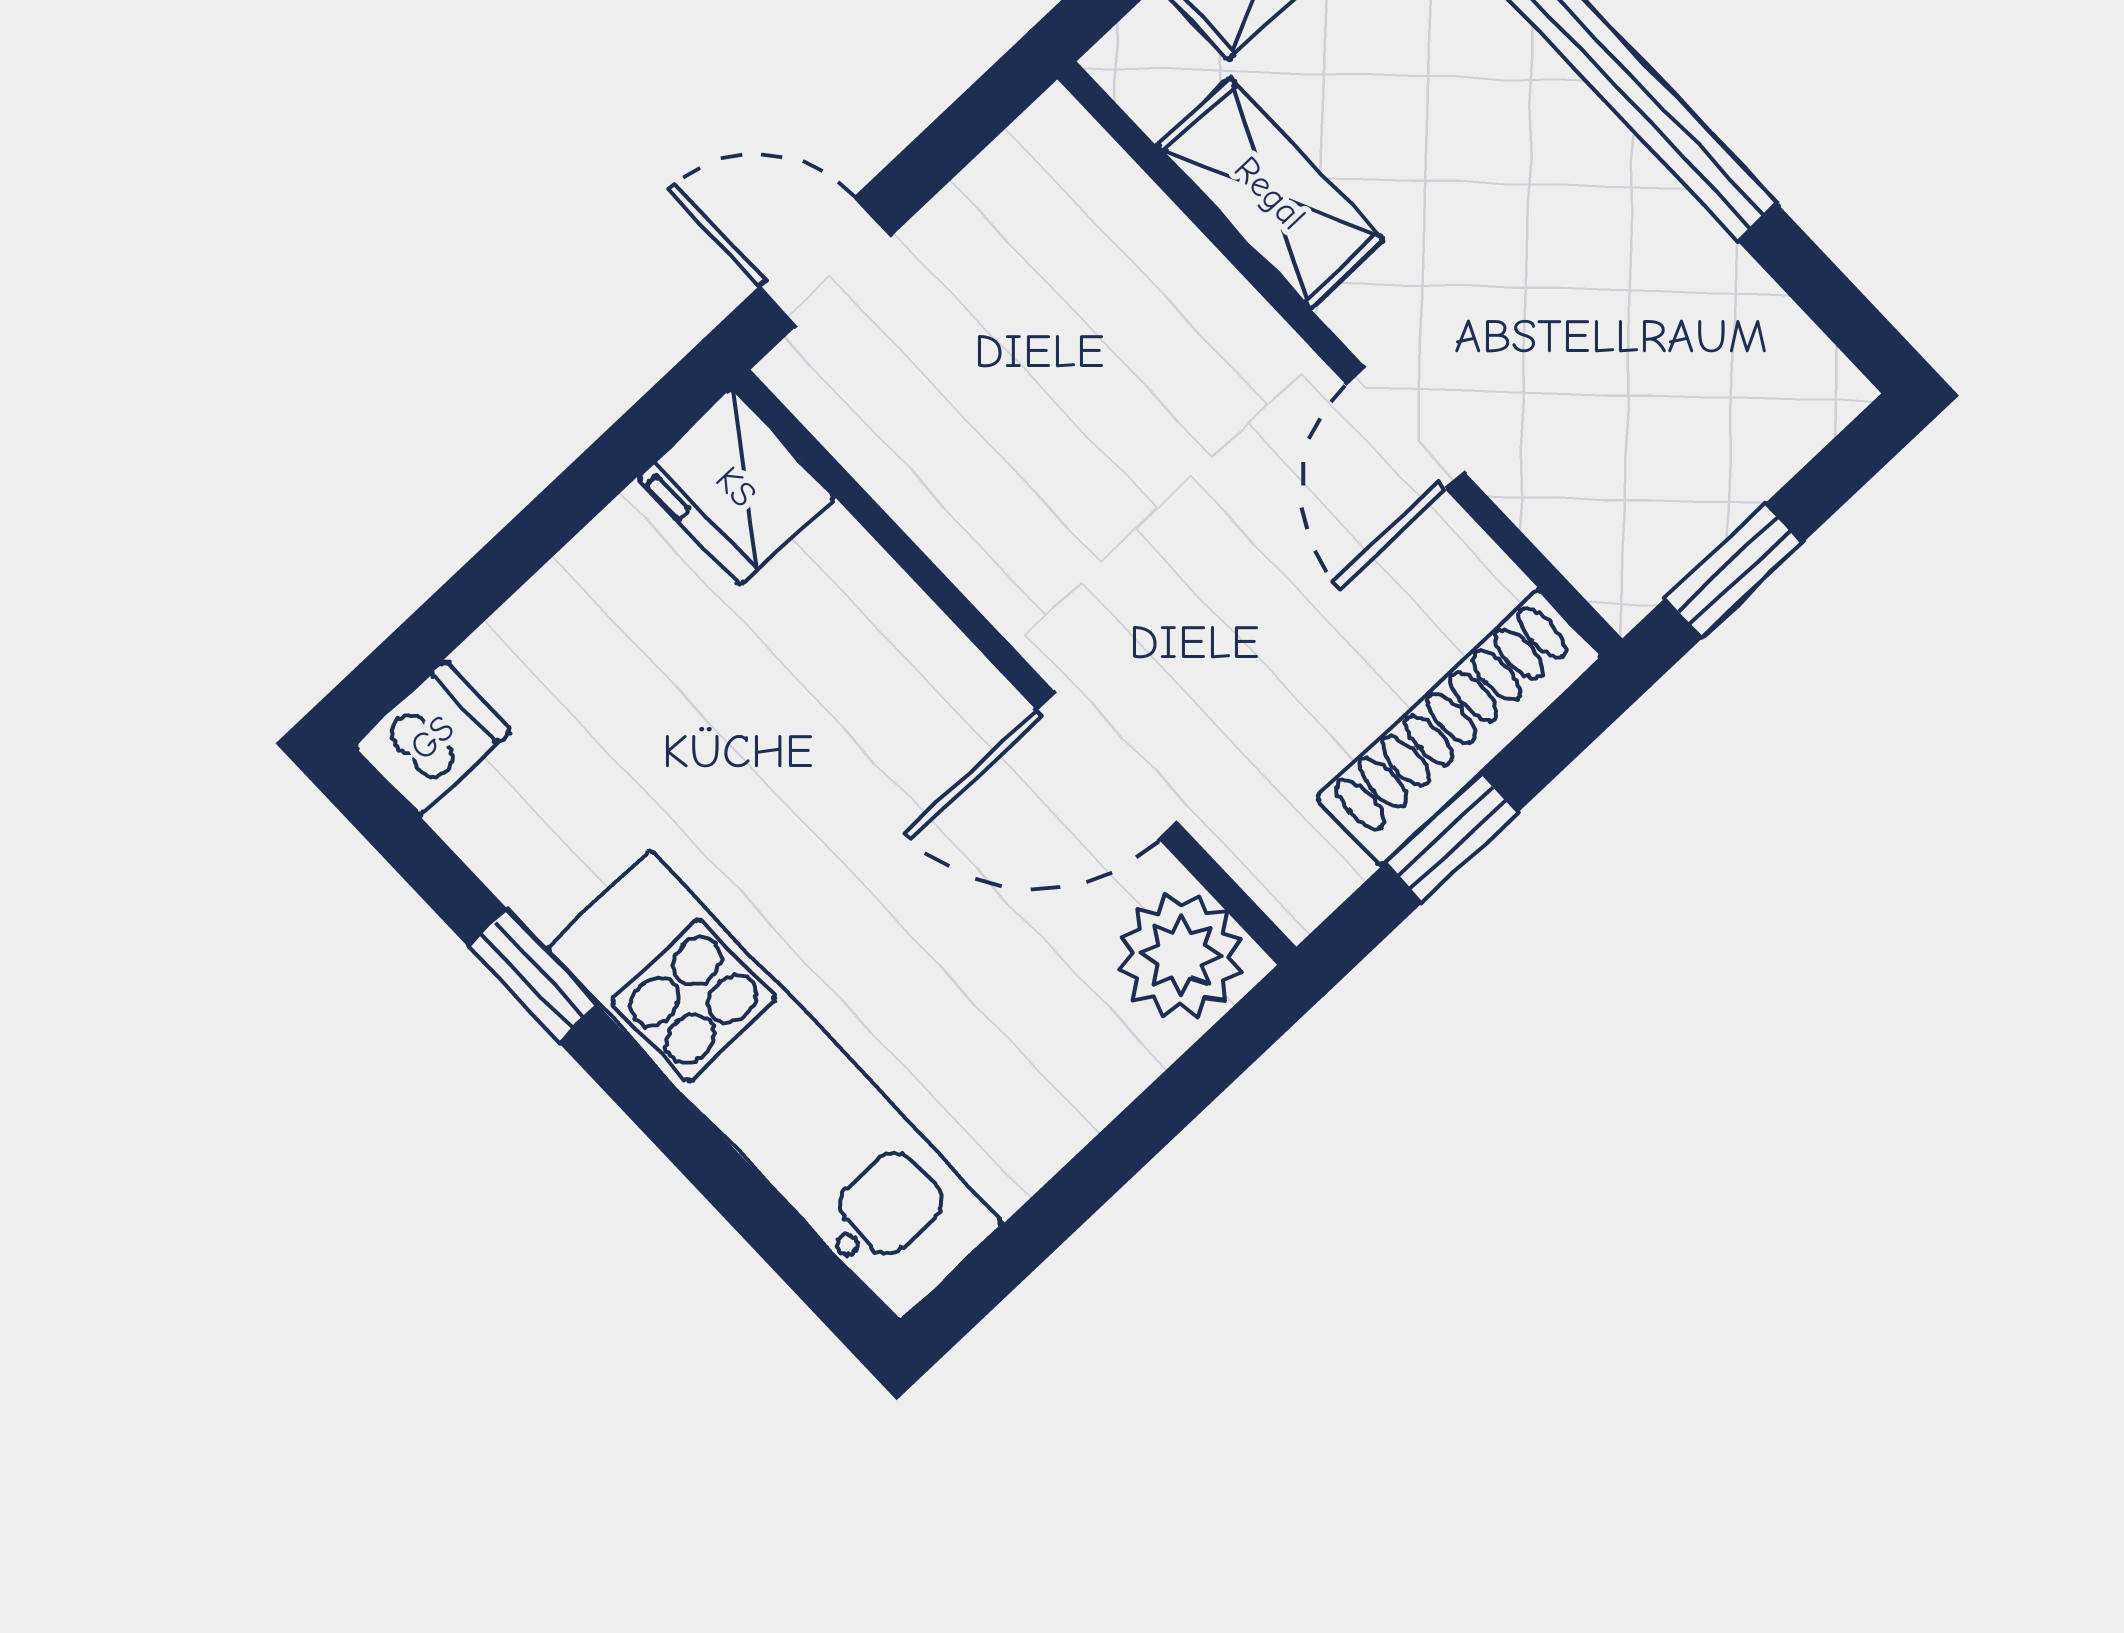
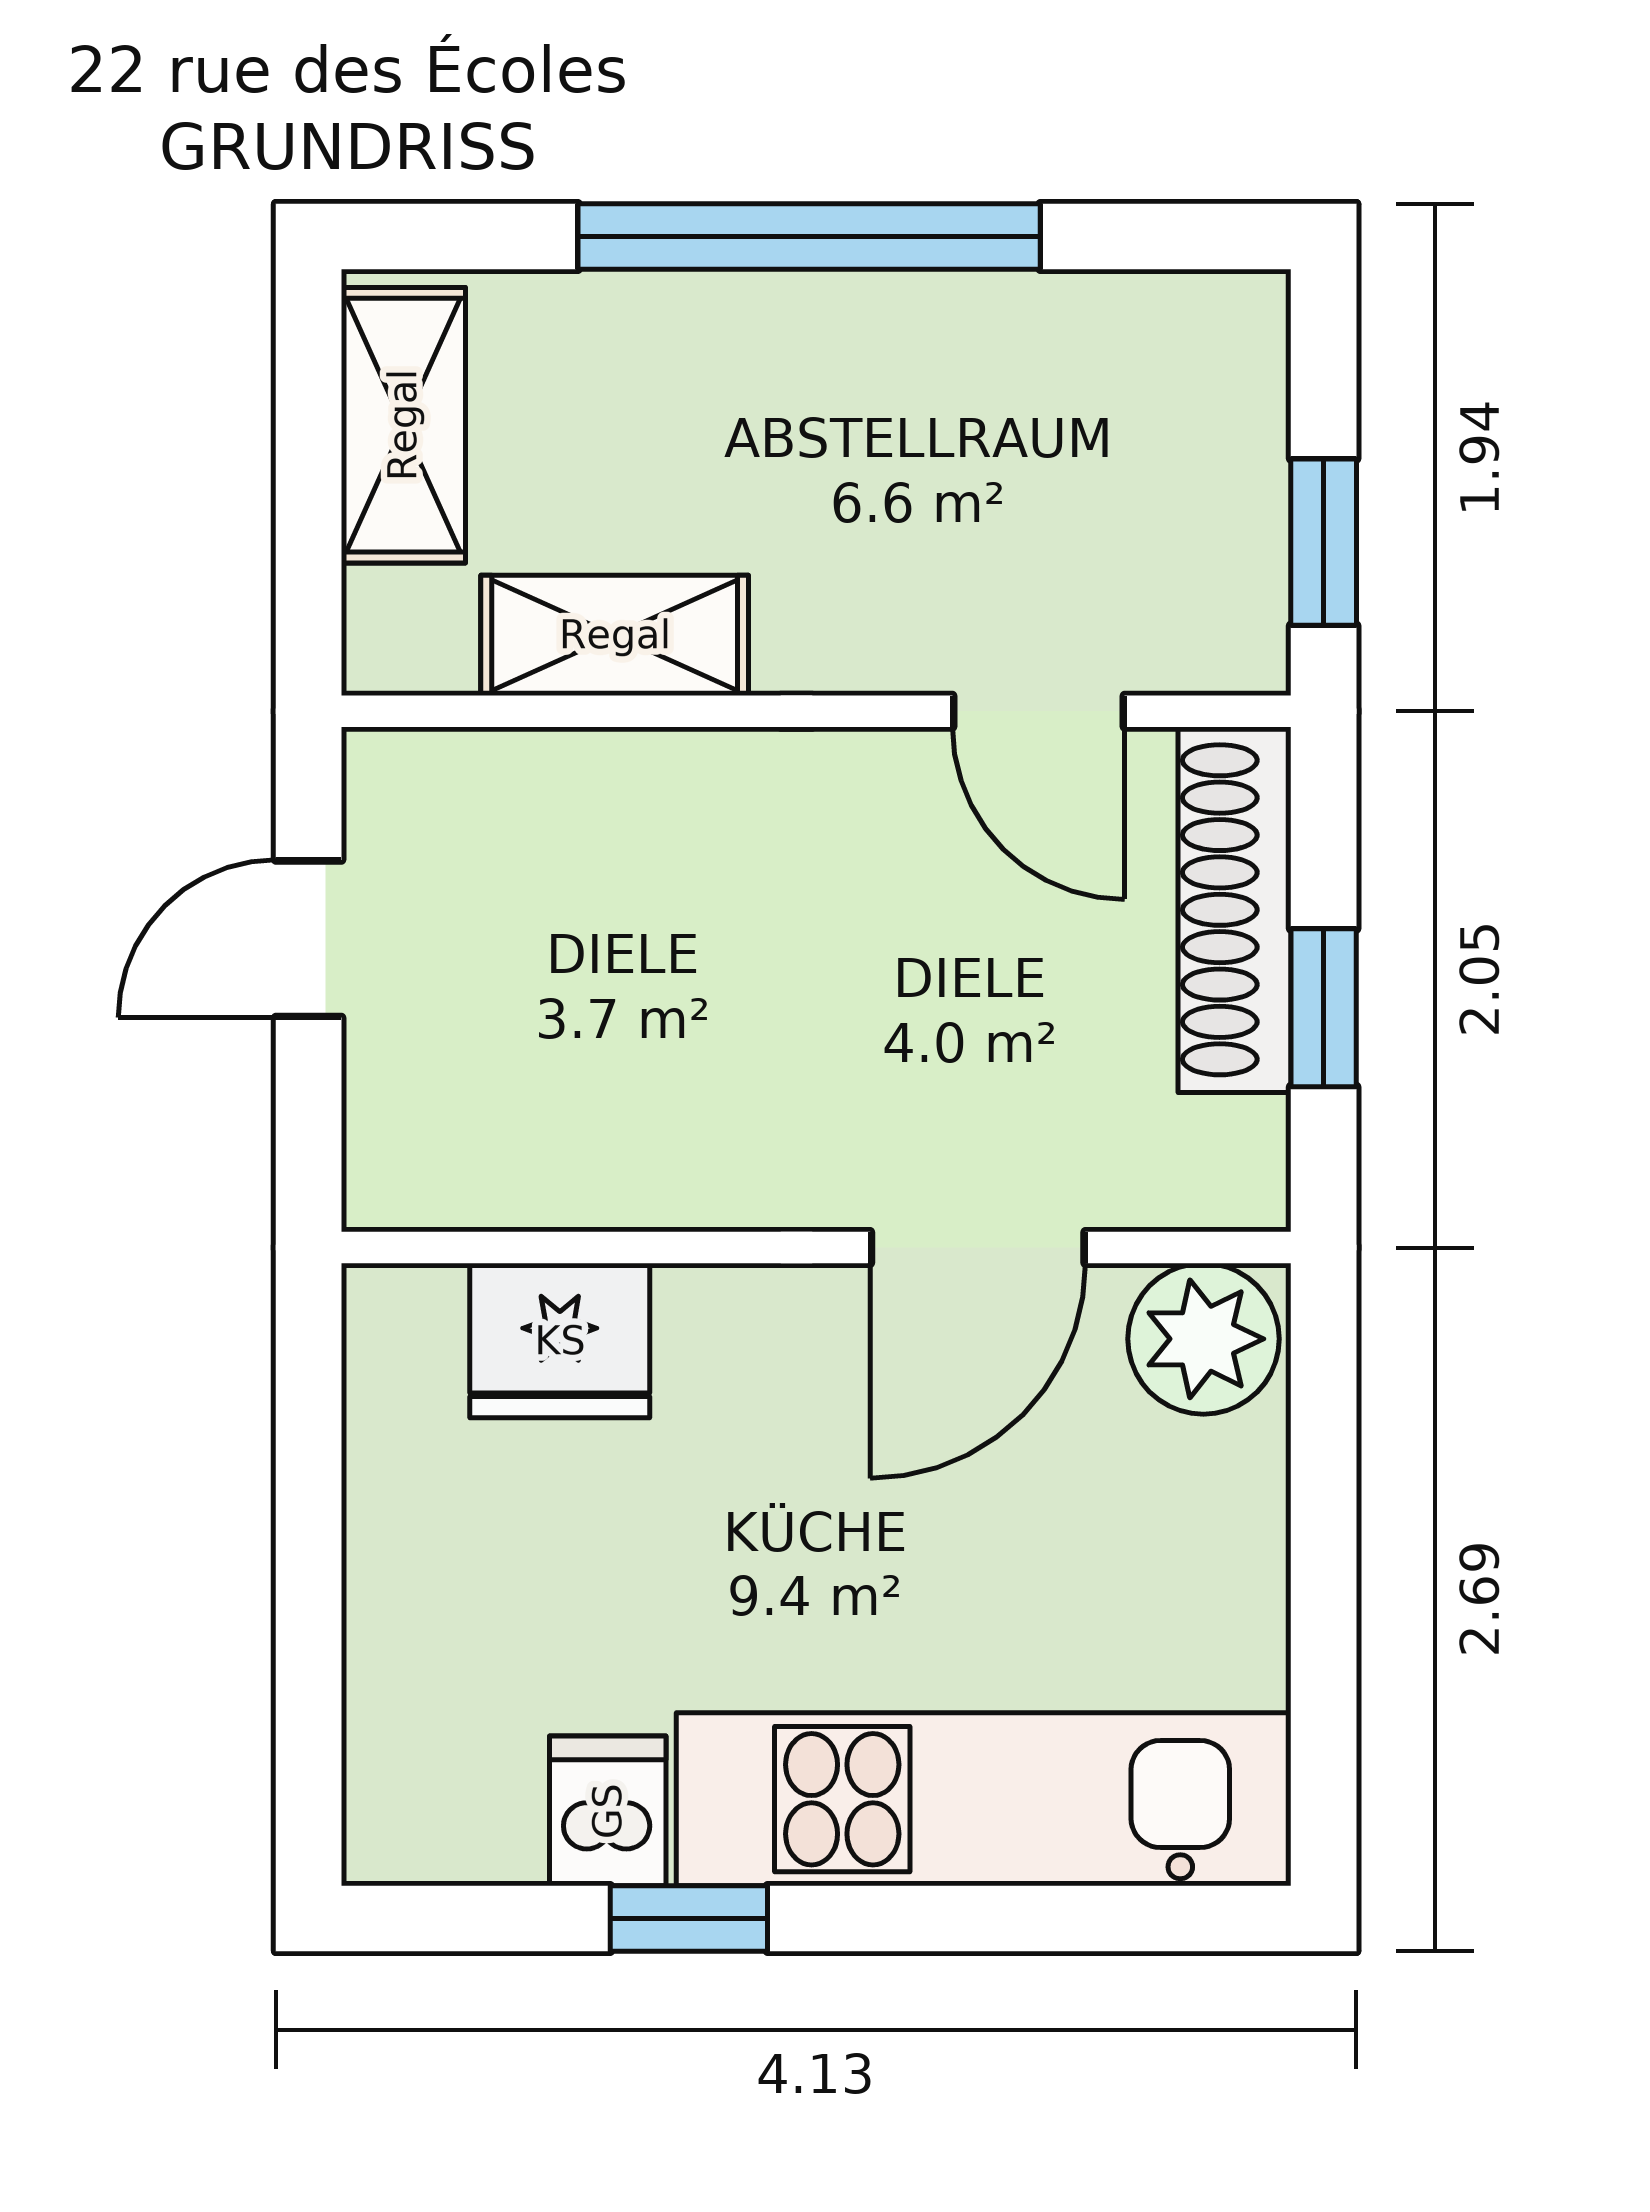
door: (825, 261) -> (309, 939), moved
door: (1405, 428) -> (1038, 711), moved
fridge: (736, 487) -> (560, 1341), moved
dishwasher: (432, 738) -> (608, 1811), moved

